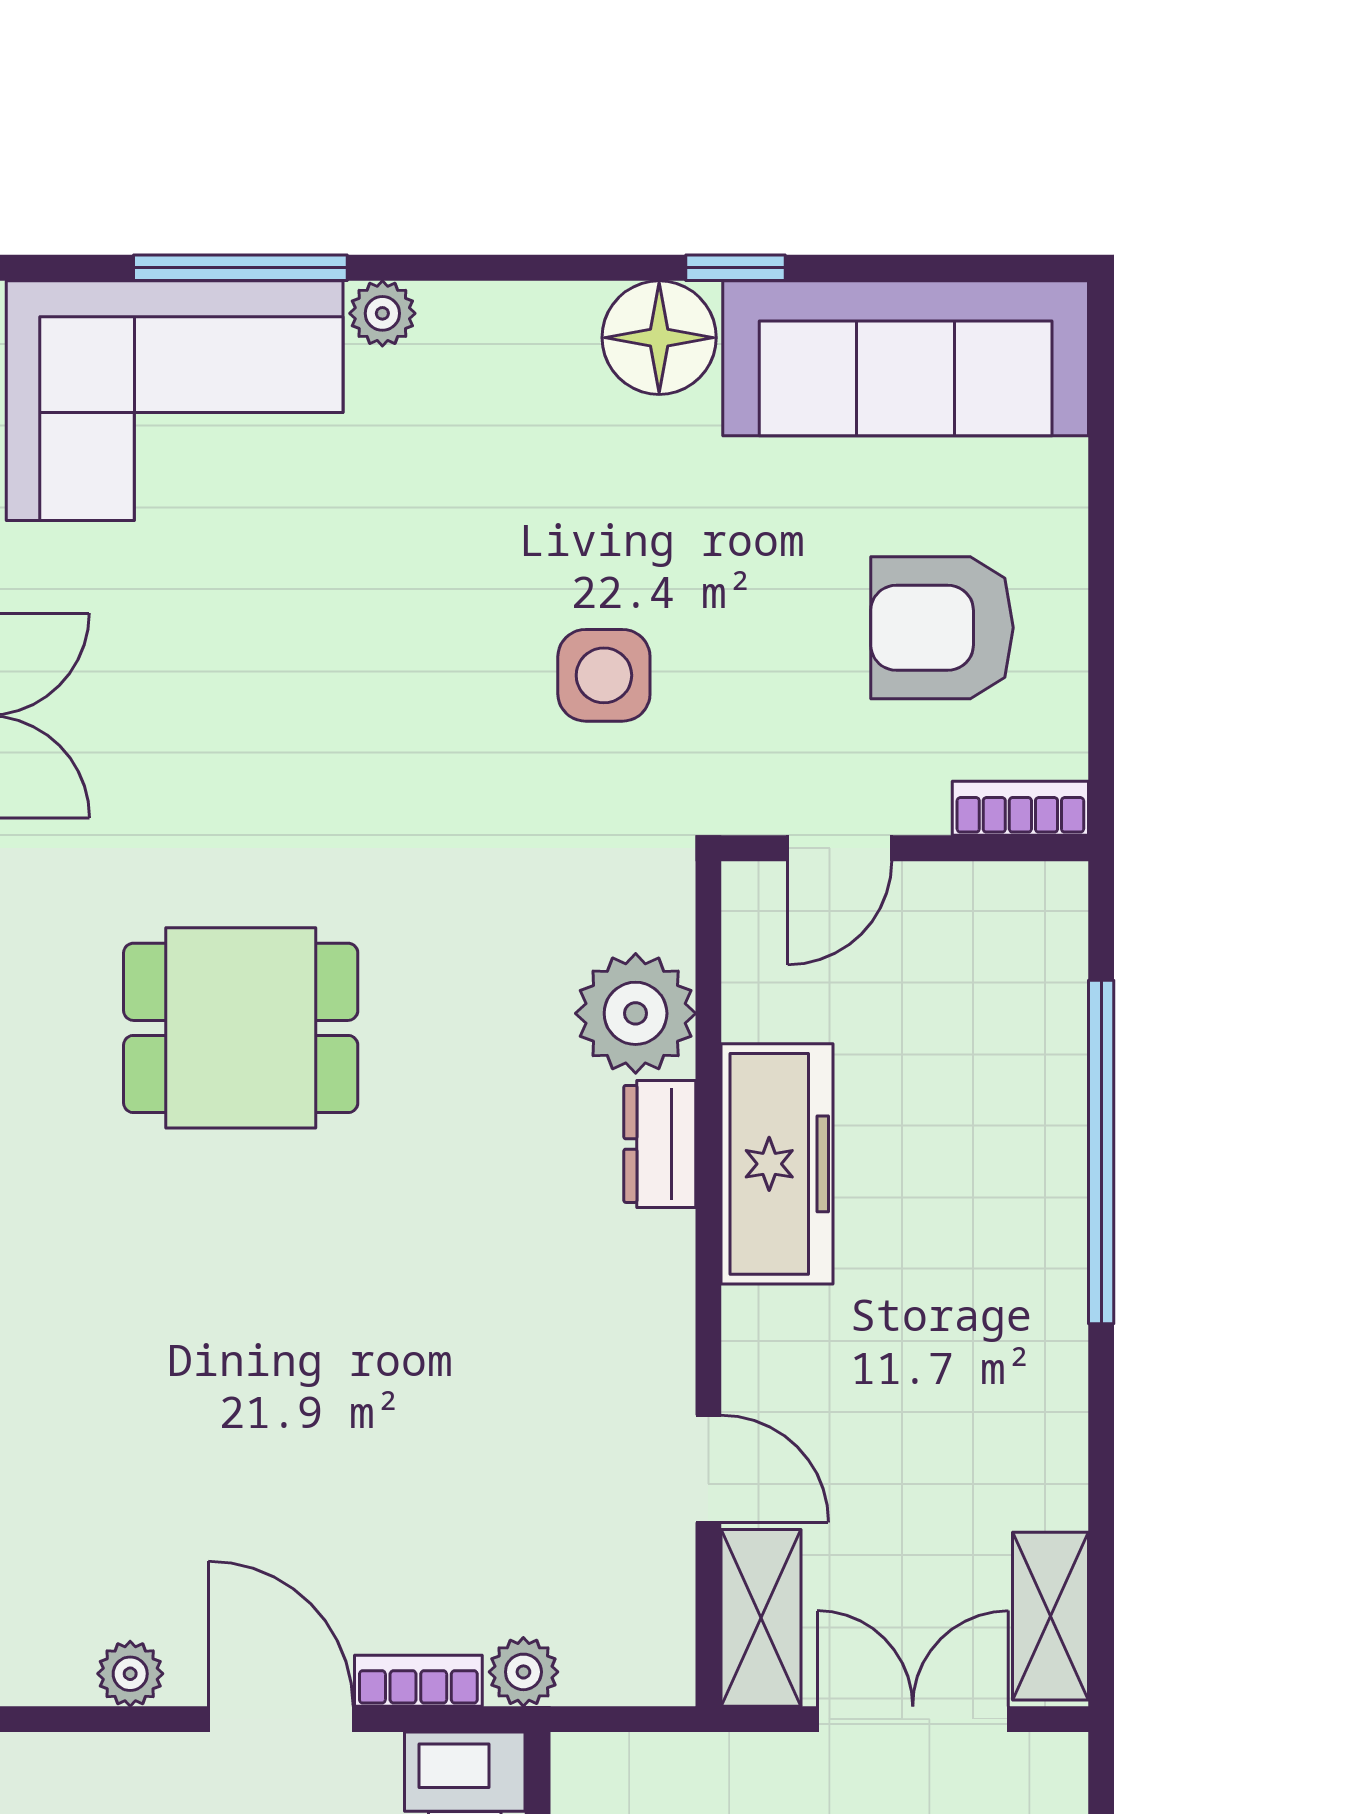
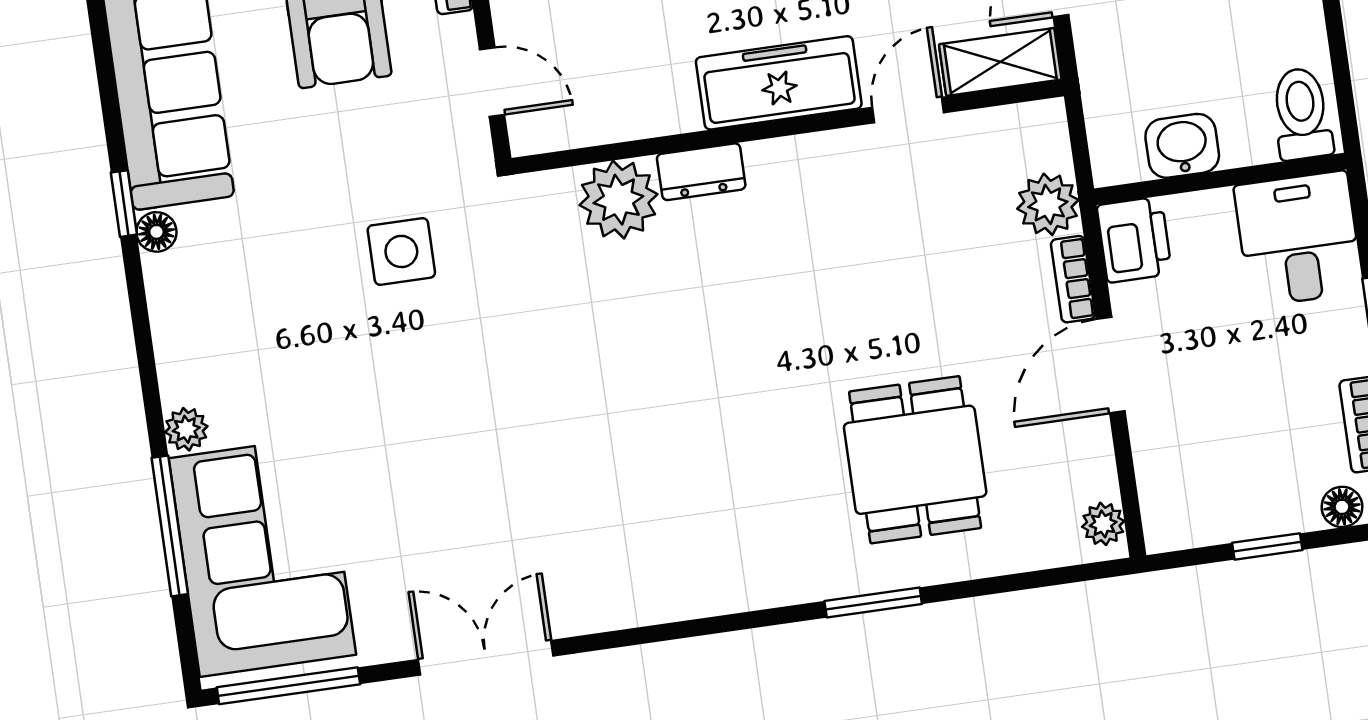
floor lamp: (659, 338) -> (156, 232), width x0.53, depth x0.53
dining table: (241, 1028) -> (915, 460), moved
freezer: (777, 1164) -> (779, 83), moved
plant: (523, 1672) -> (1048, 204), width x1.38, depth x1.38
plant: (130, 1674) -> (1103, 524), moved

